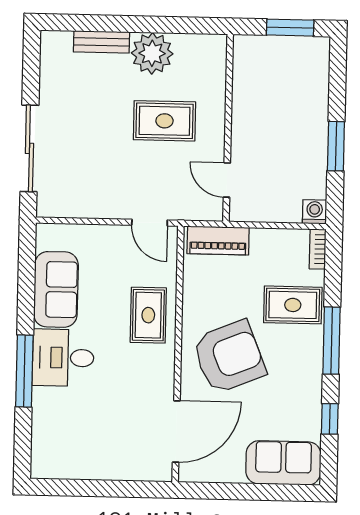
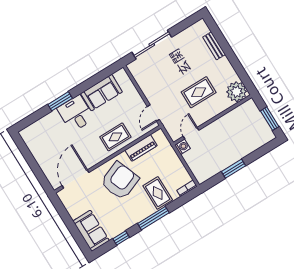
plant: (152, 53) -> (237, 92), moved
rug: (164, 121) -> (199, 92), turned 90
washing machine: (315, 212) -> (183, 147), moved
piano: (218, 241) -> (141, 148), moved, turned -90
armchair: (229, 357) -> (120, 181), turned -89
window: (24, 371) -> (60, 101), width x0.69
door: (176, 431) -> (76, 179), swing flipped

